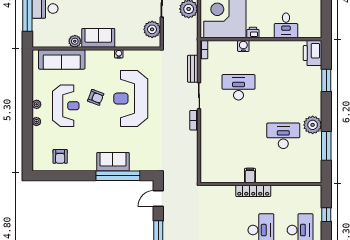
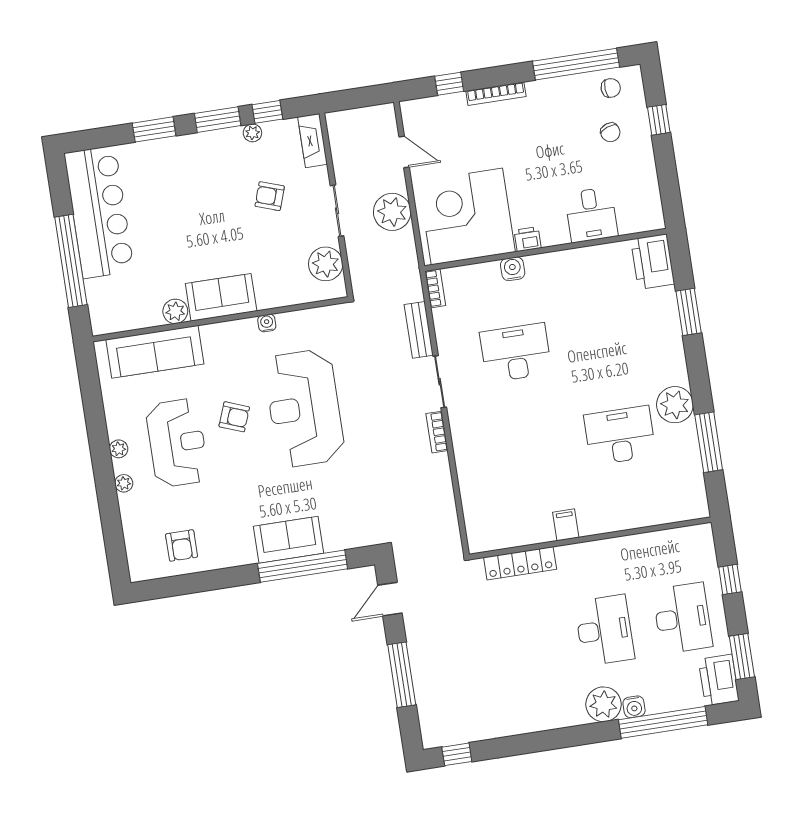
locker: (253, 191) -> (520, 563), moved

